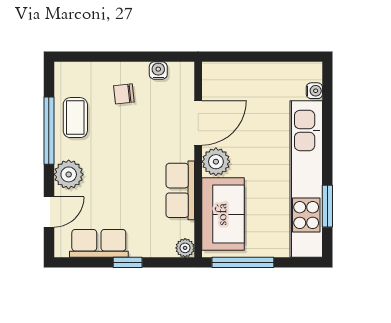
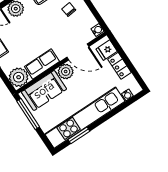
water cooler: (158, 71) -> (97, 30), moved
locker: (262, 73) -> (120, 66), added
fridge: (225, 77) -> (107, 50), added
plant: (185, 248) -> (19, 77), width x1.88, depth x1.88

